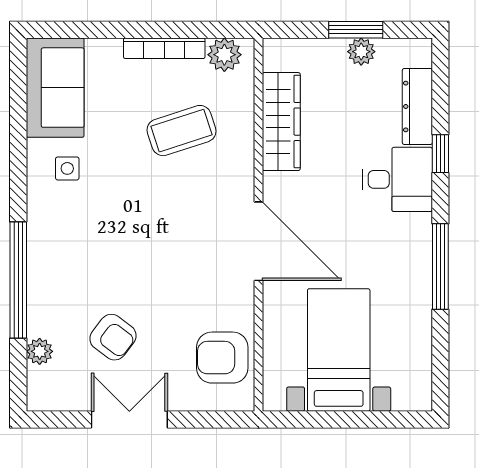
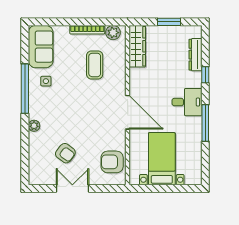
plant: (361, 52) -> (171, 31), removed
wardrobe: (281, 122) -> (137, 46), moved
coffee table: (182, 131) -> (95, 65), turned -72
desk: (398, 179) -> (187, 102), moved
window: (18, 280) -> (25, 89), moved
plant: (40, 351) -> (34, 126), moved

